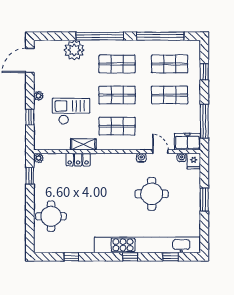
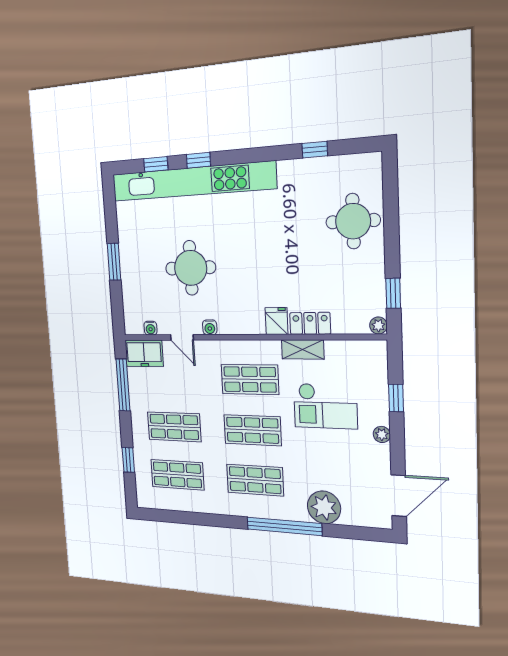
window: (160, 36) -> (193, 518), removed
fridge: (194, 161) -> (276, 321), moved
window: (130, 257) -> (199, 160), moved

